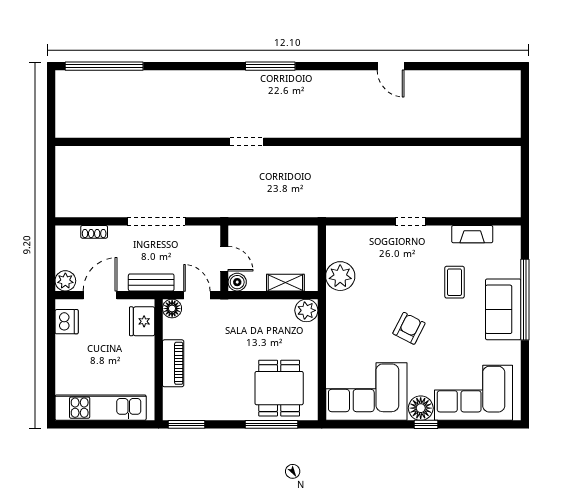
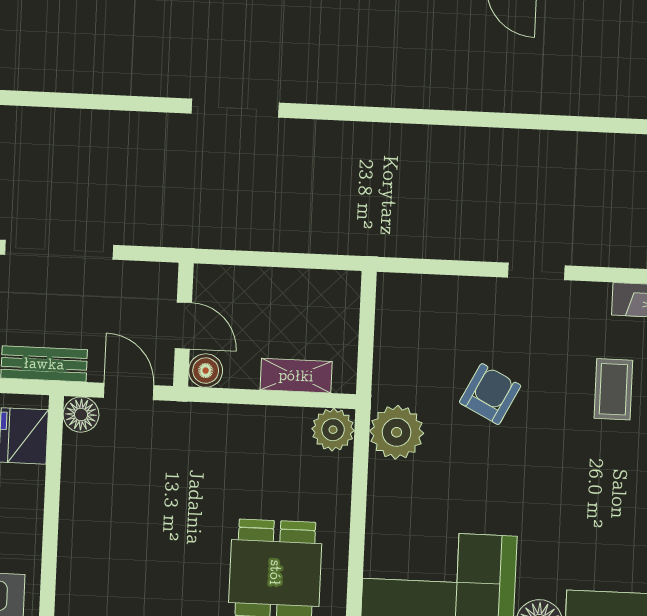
doorway: (247, 142) -> (235, 108), width x1.38
plant: (340, 276) -> (397, 432), moved
armchair: (409, 328) -> (490, 394), moved
piano: (173, 363) -> (78, 517), removed

